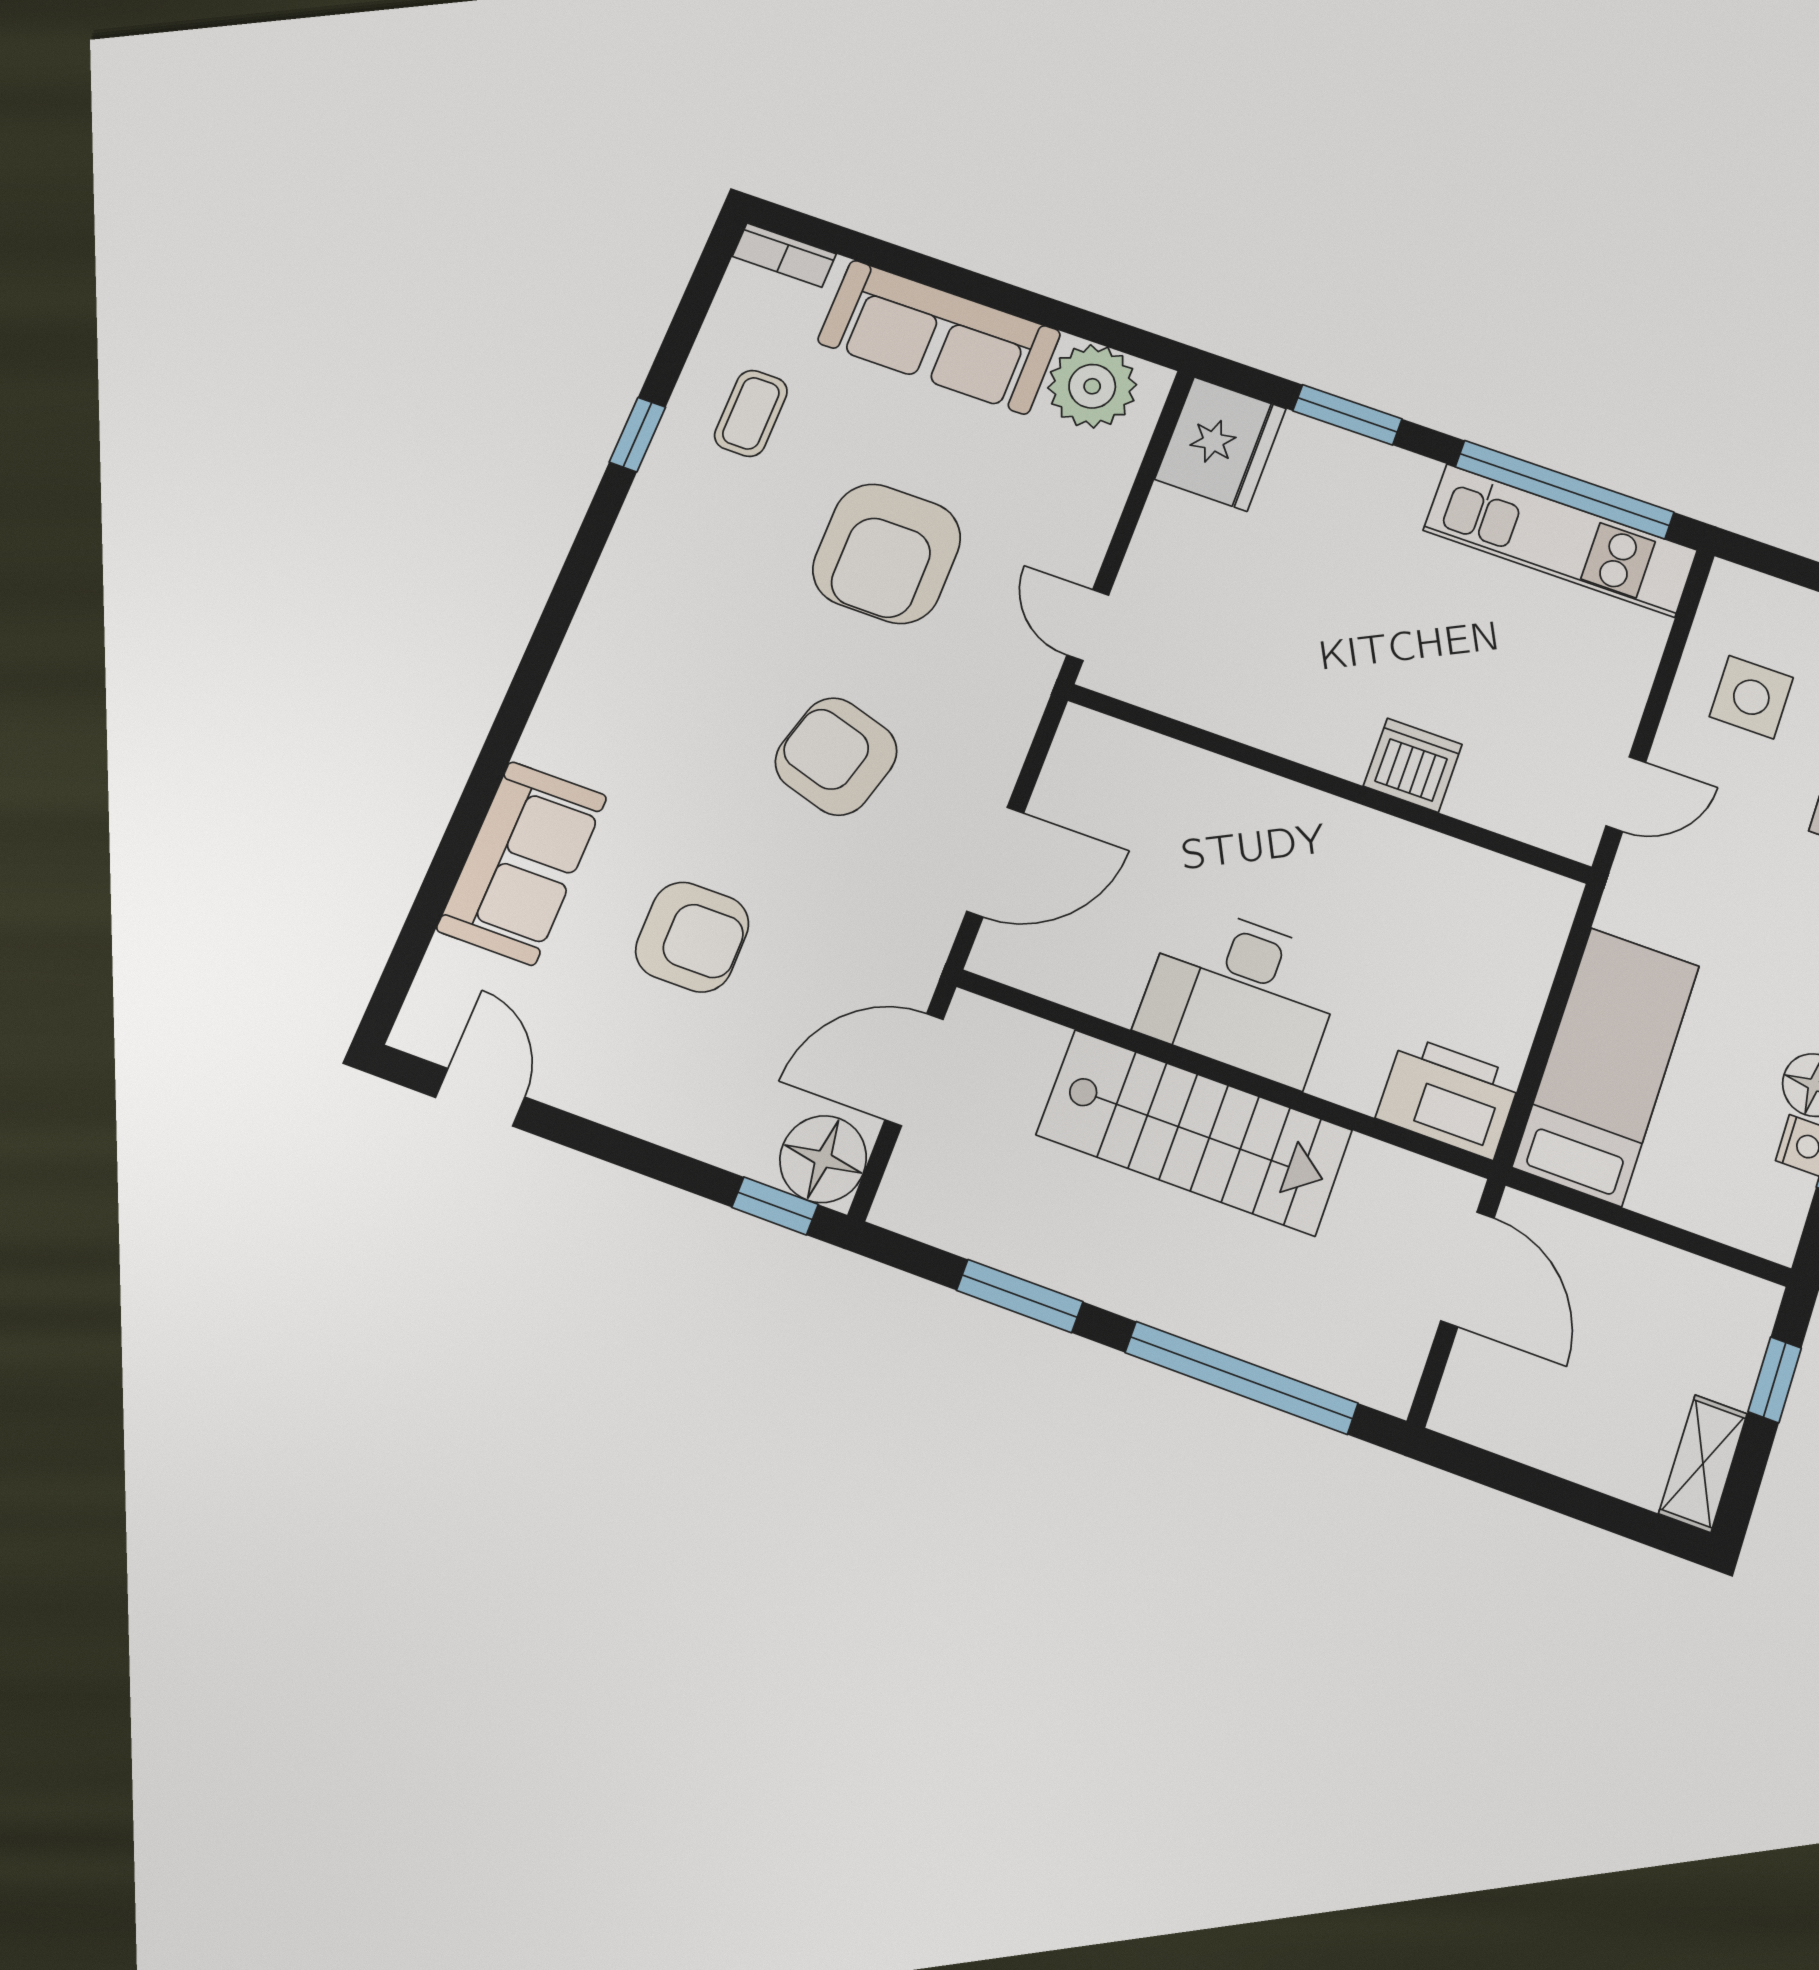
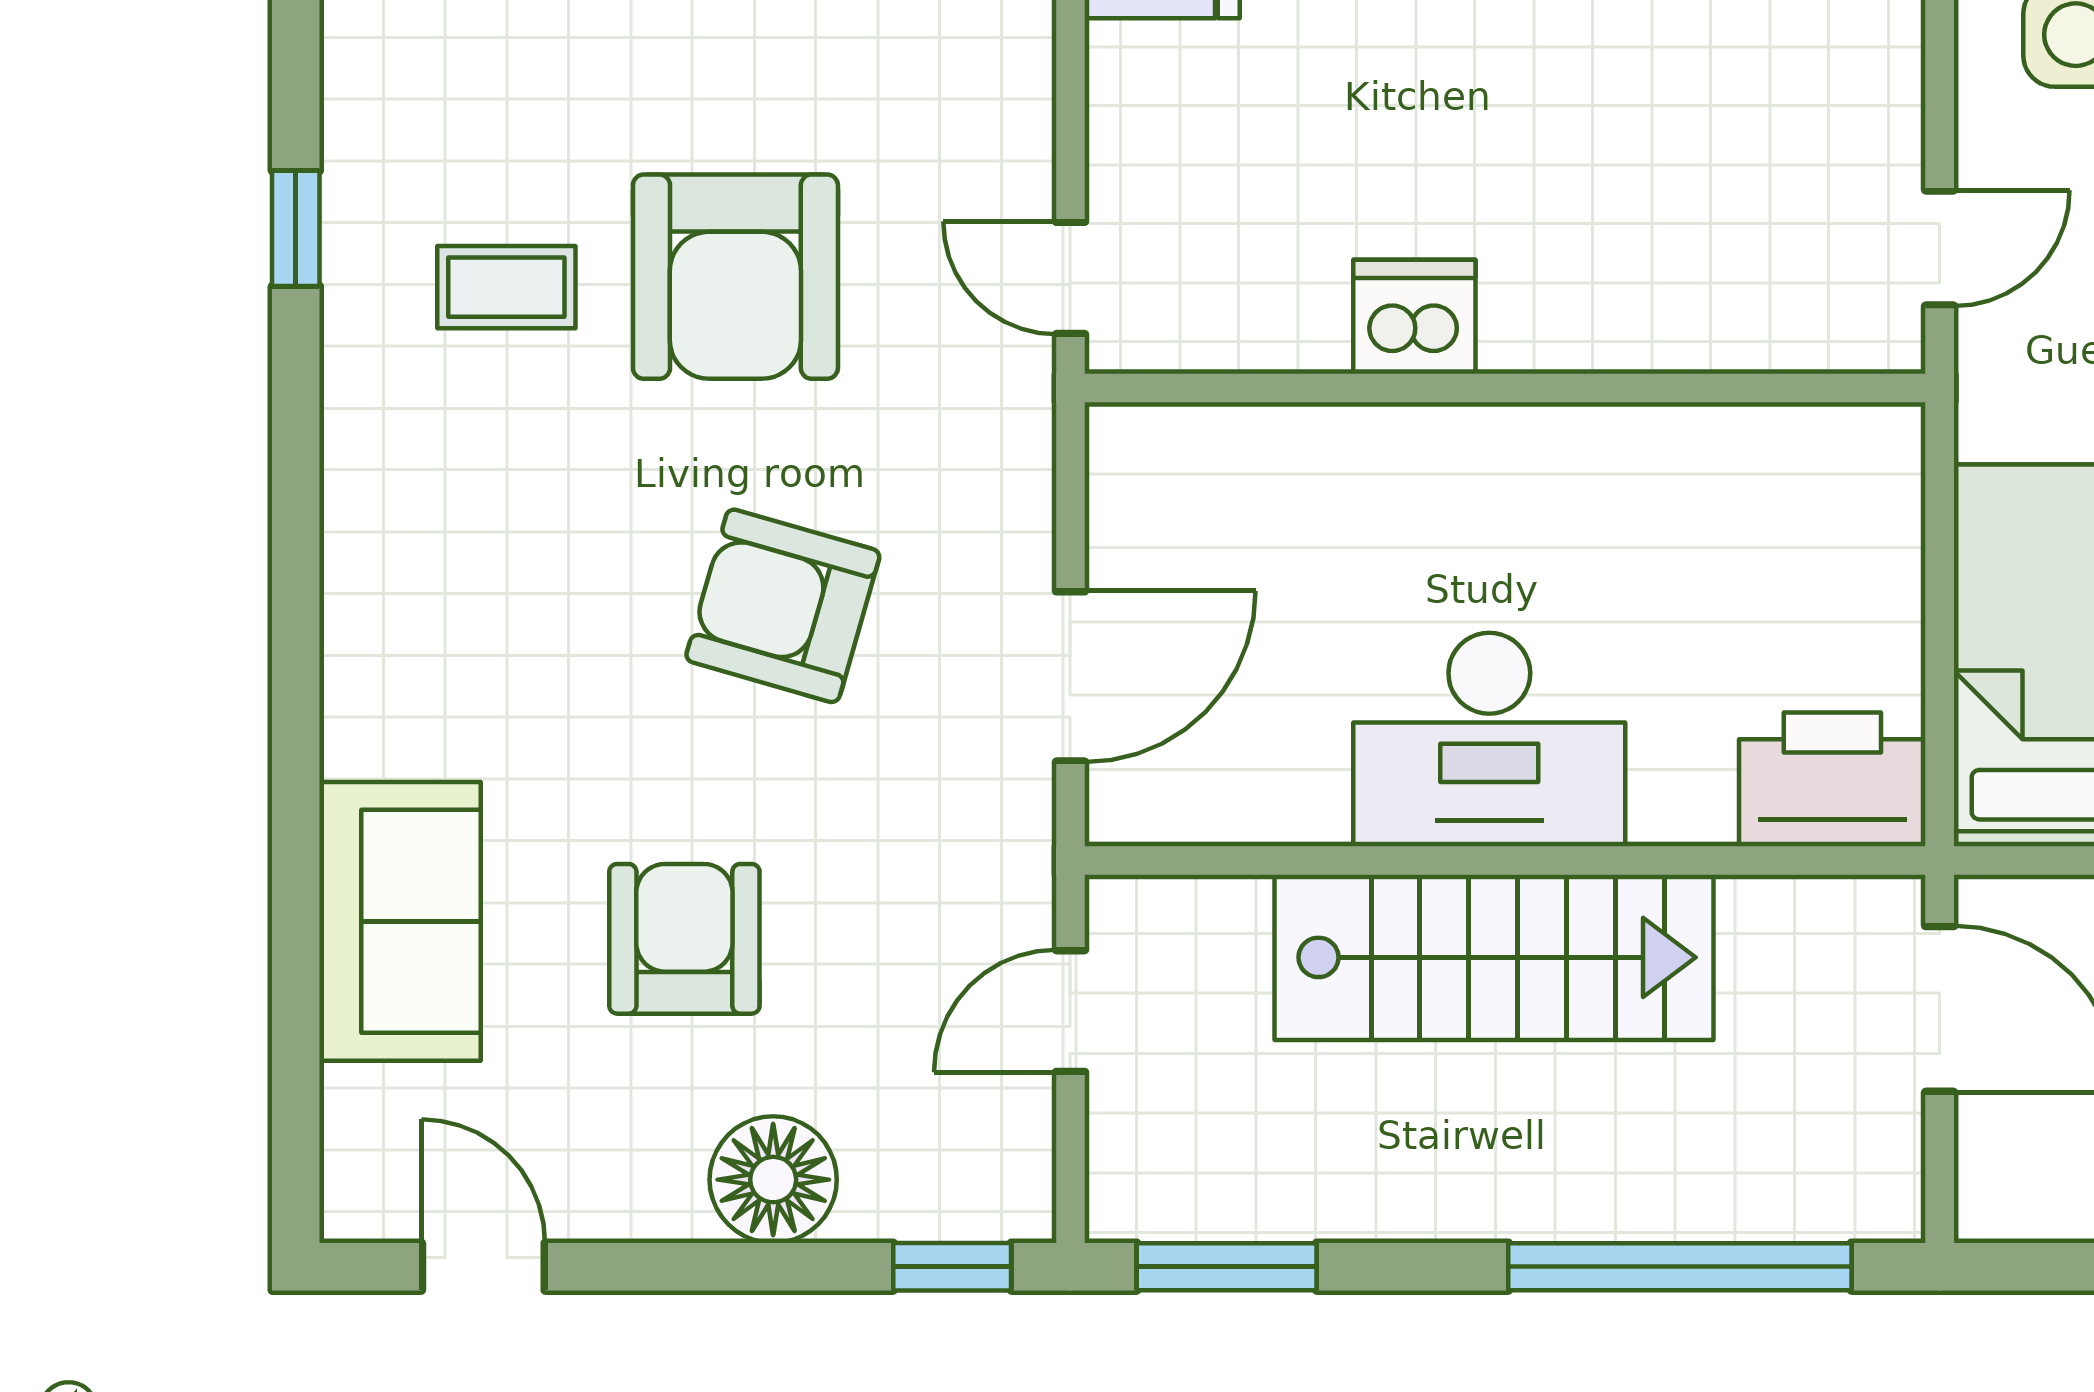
coffee table: (751, 413) -> (506, 287), moved, turned 90
dishwasher: (1413, 765) -> (1414, 317), moved
armchair: (692, 937) -> (684, 939), turned -90
door: (914, 1069) -> (1070, 1011), width x0.73
floor lamp: (823, 1159) -> (773, 1180), moved
window: (1020, 1296) -> (1227, 1267), moved

